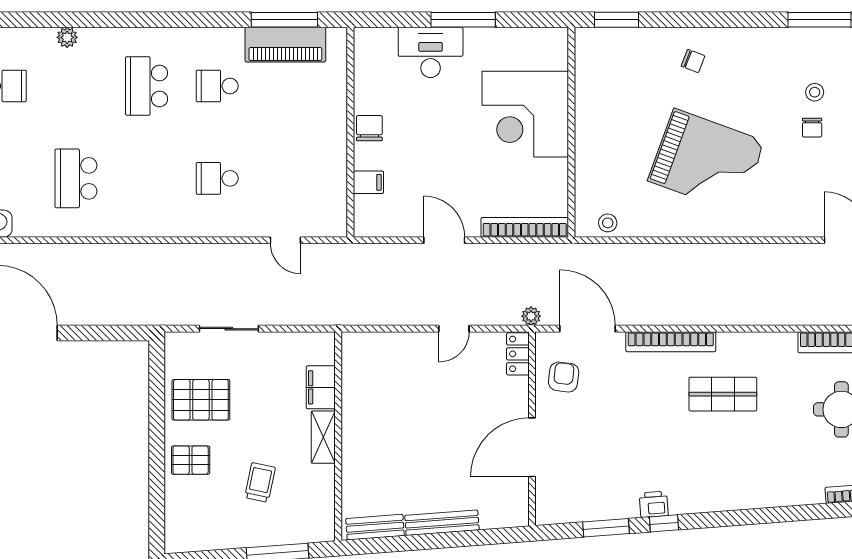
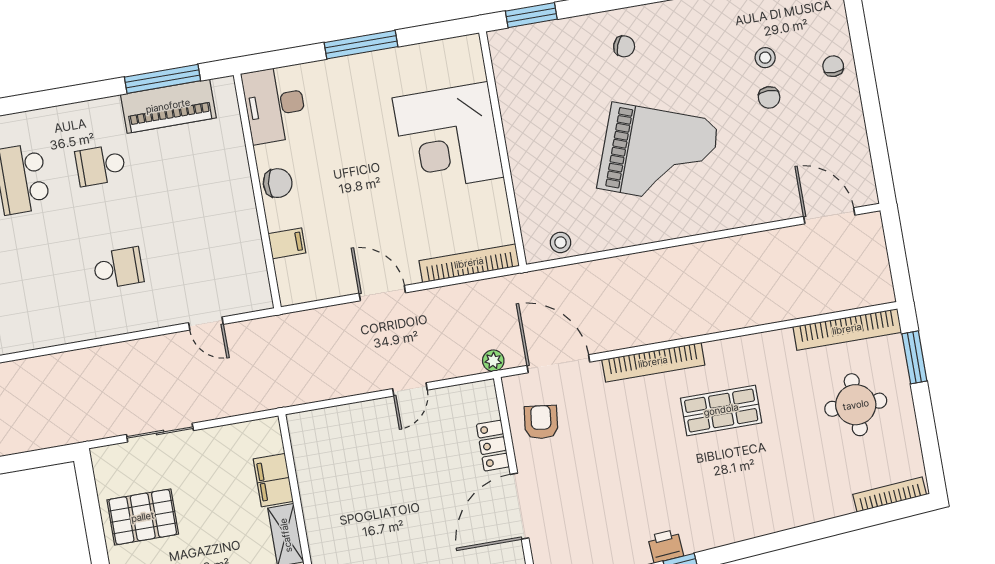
desk: (431, 52) -> (275, 105), moved, turned -90
chair: (369, 128) -> (278, 183), turned 96
school desk: (217, 178) -> (118, 268), turned 180
locker: (518, 354) -> (493, 446), moved

